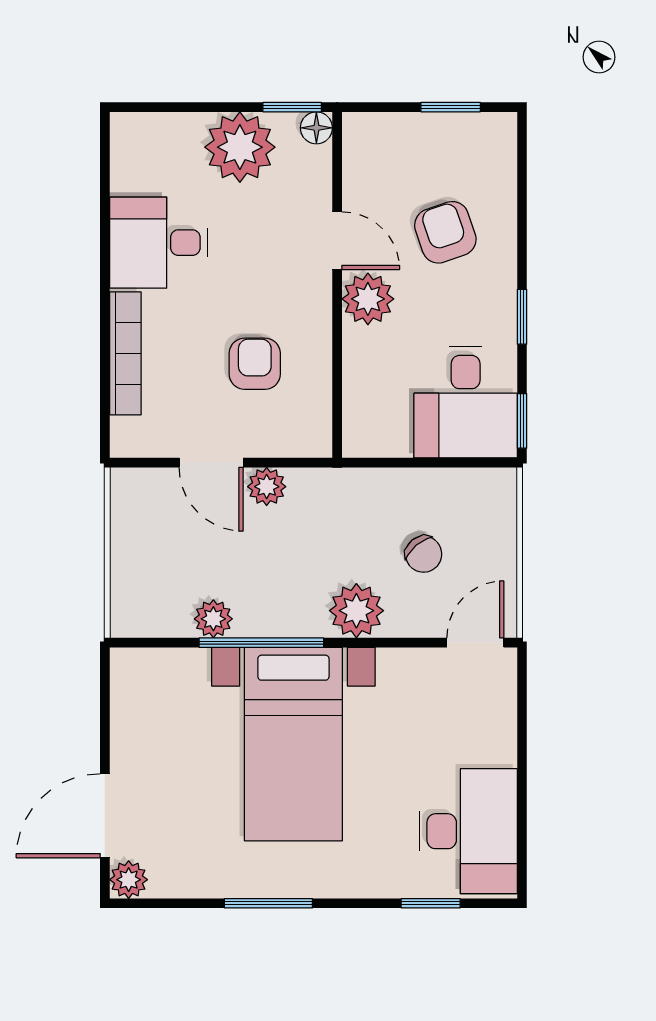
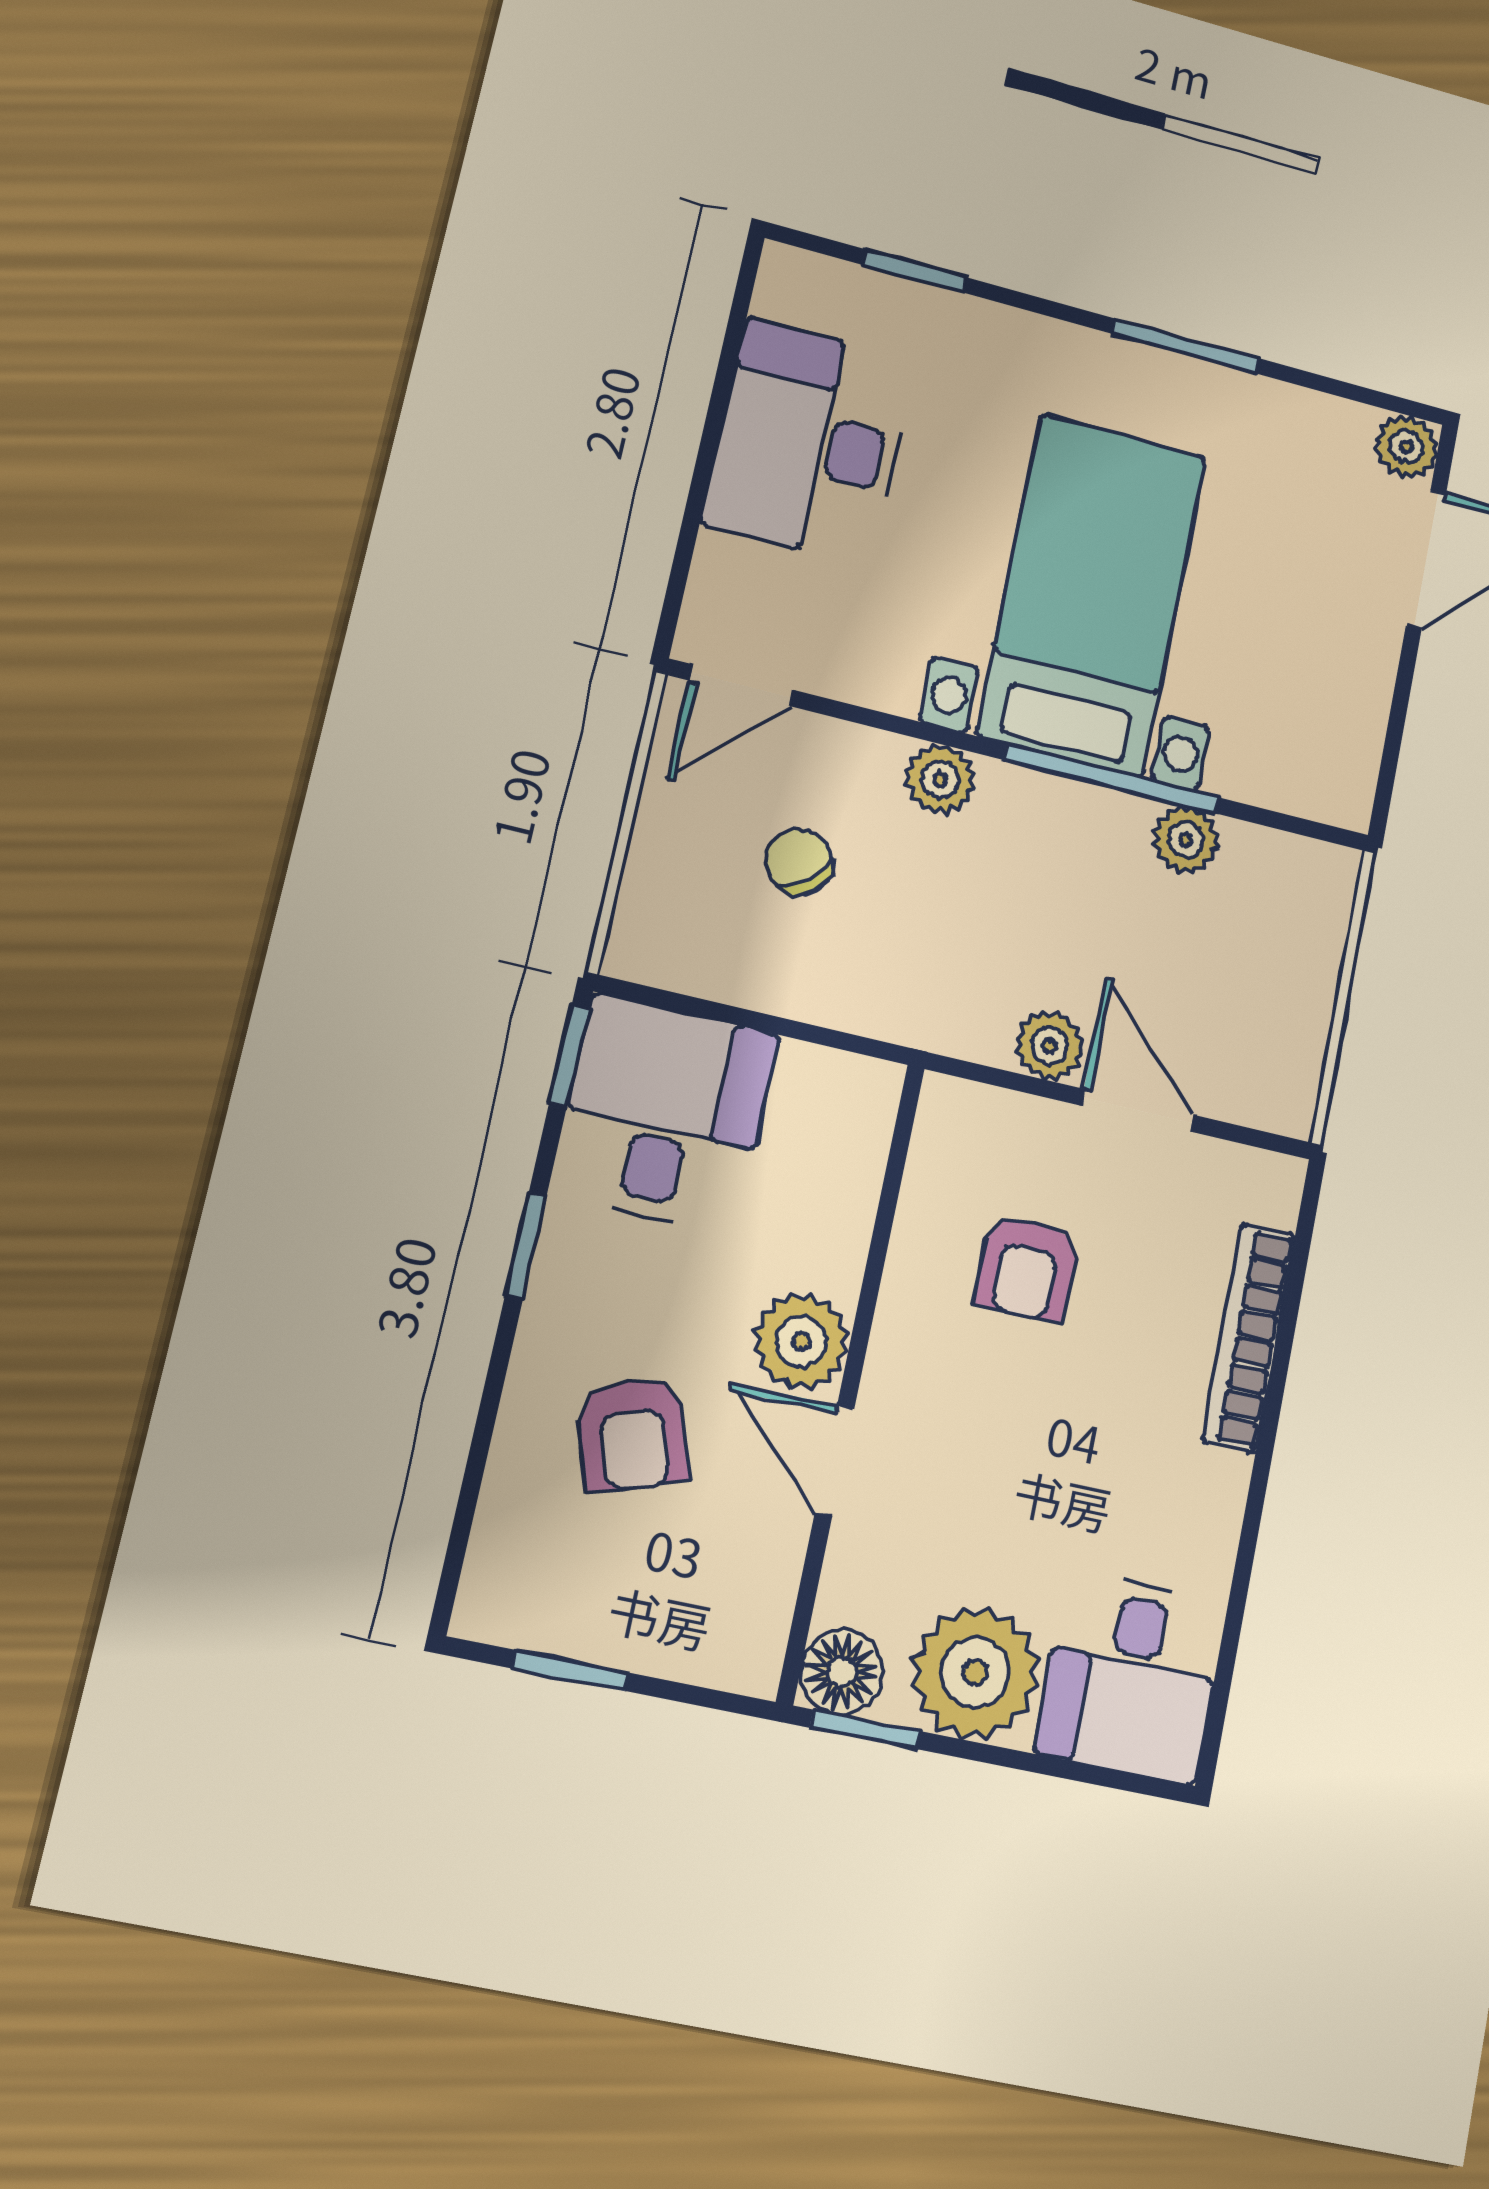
floor lamp: (316, 128) -> (842, 1672), width x1.37, depth x1.37
desk: (159, 243) -> (1131, 1678), moved, turned 90
plant: (356, 611) -> (940, 780), width x0.73, depth x0.73
desk: (468, 831) -> (809, 442), moved

